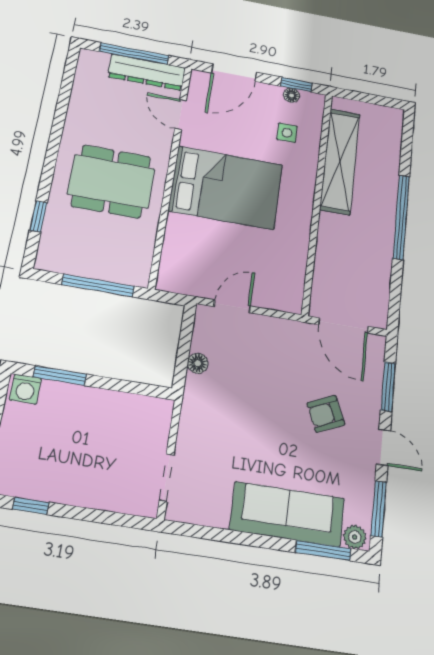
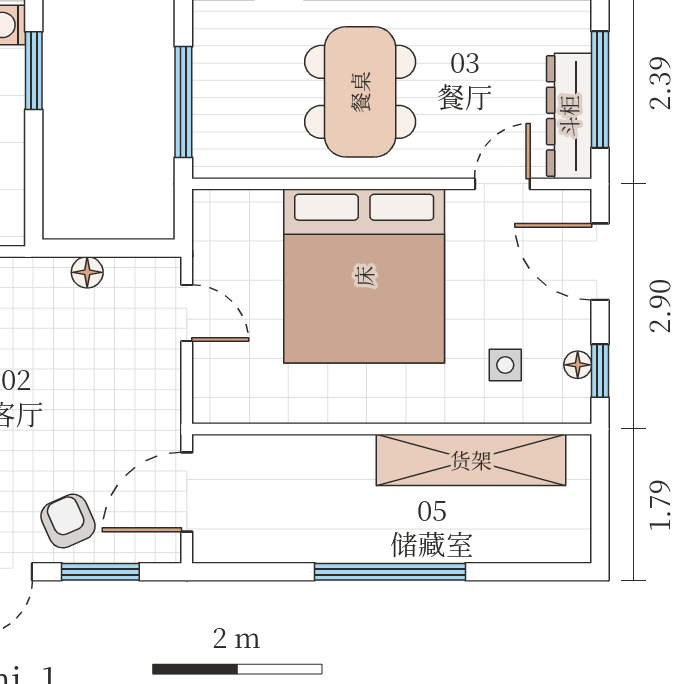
bed: (226, 188) -> (364, 276), width x1.36
armchair: (326, 414) -> (68, 521), moved

